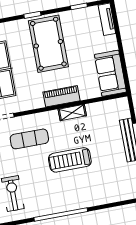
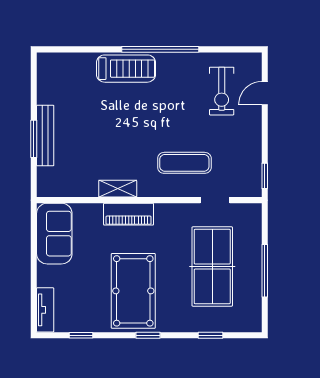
treadmill: (70, 160) -> (126, 69), moved

